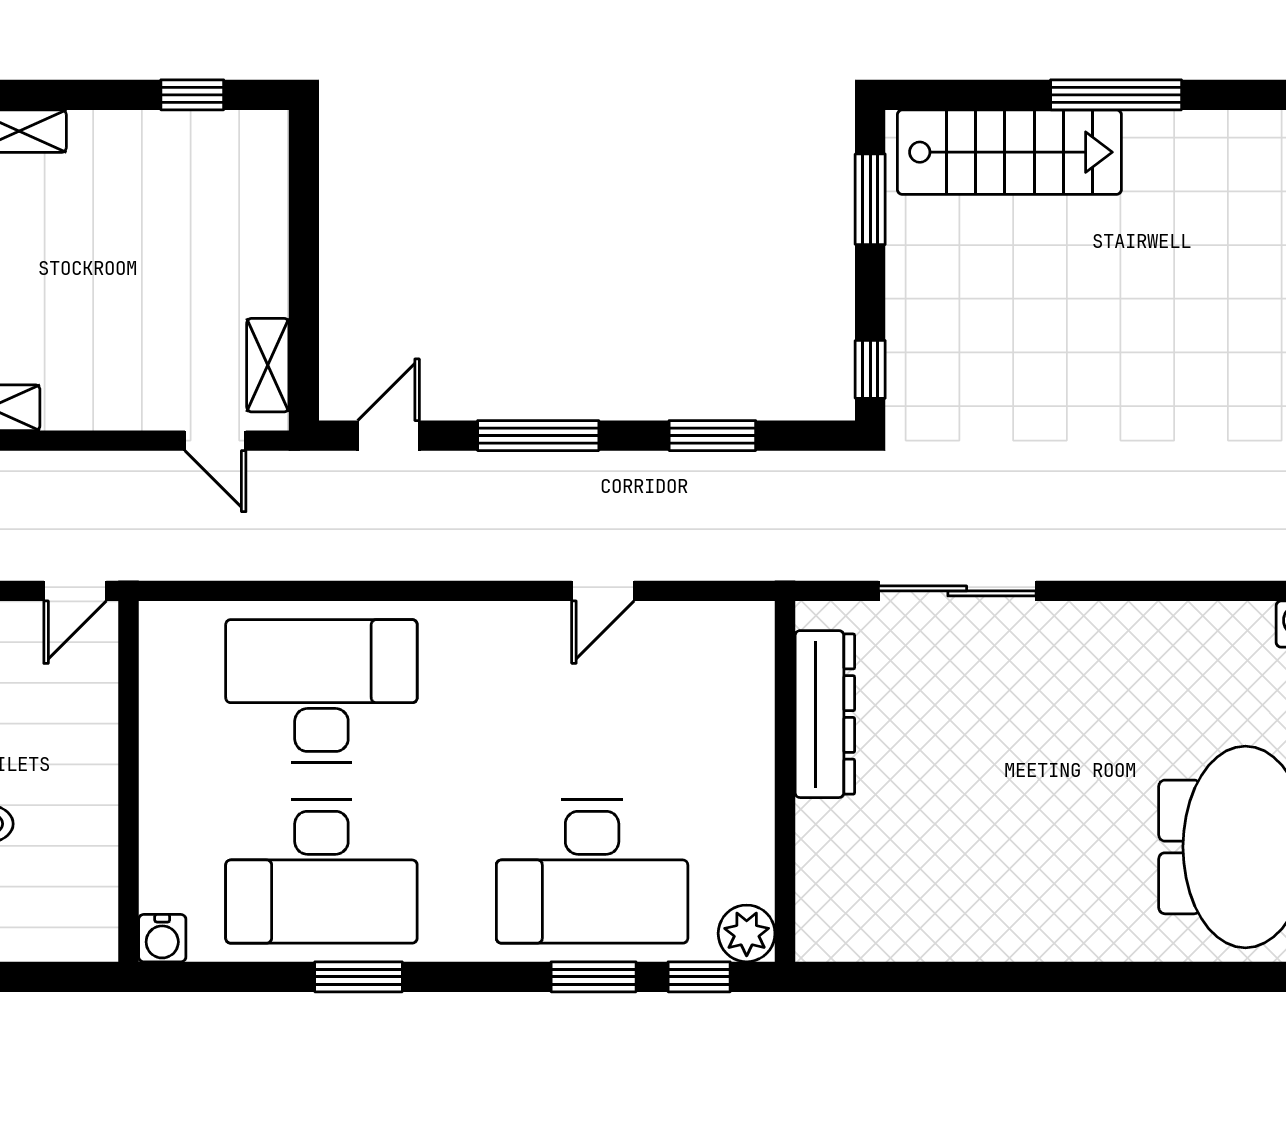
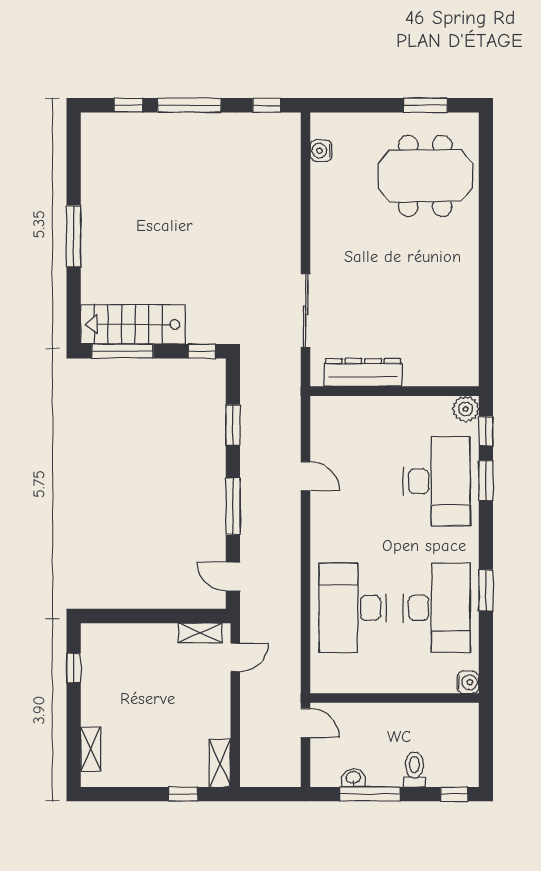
stairs: (1009, 152) -> (133, 324), moved, turned -90
window: (870, 199) -> (122, 351), width x1.44

